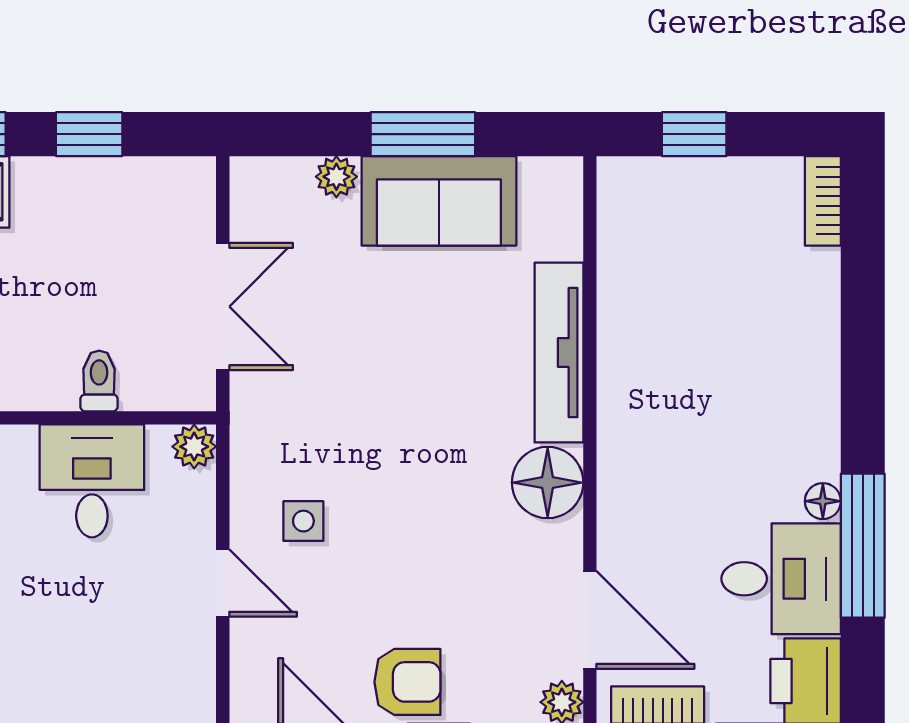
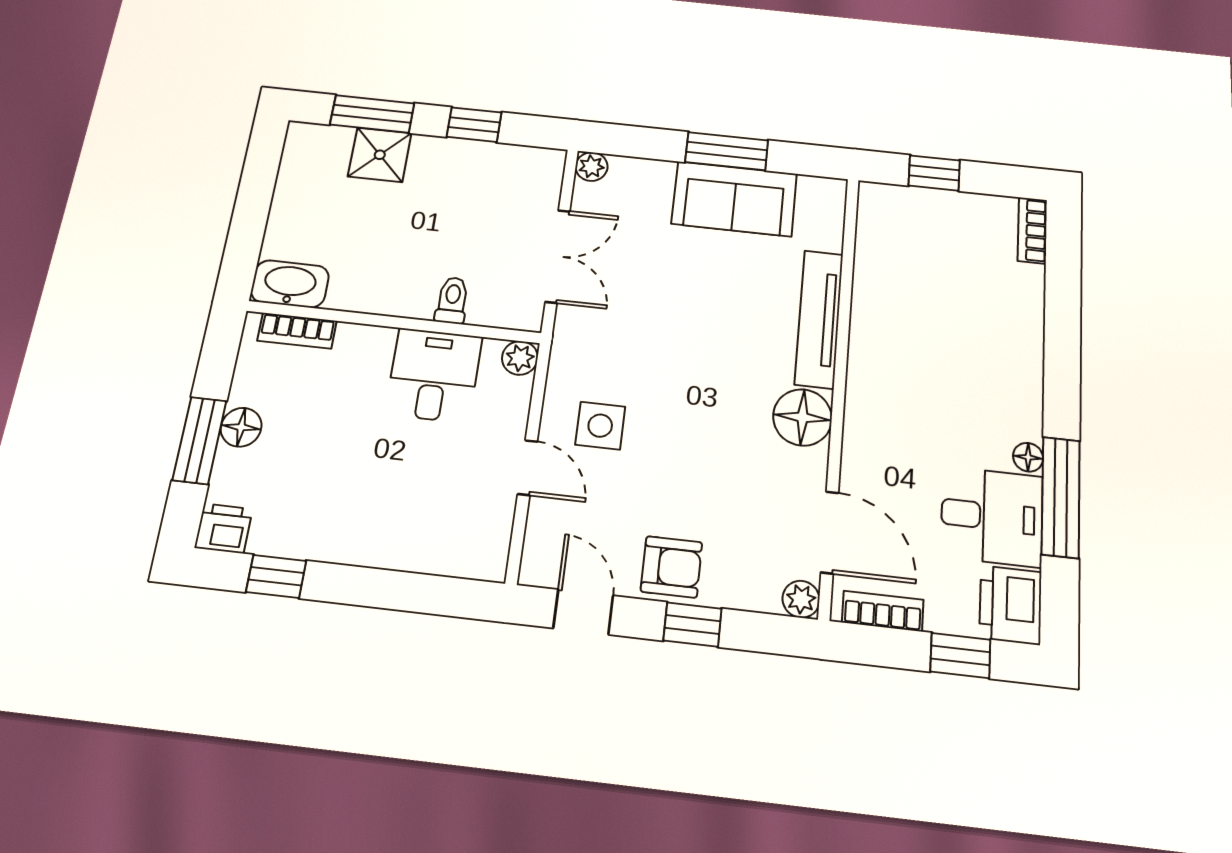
plant: (336, 177) -> (592, 167), moved
side table: (303, 521) -> (600, 426), width x1.37, depth x1.37

